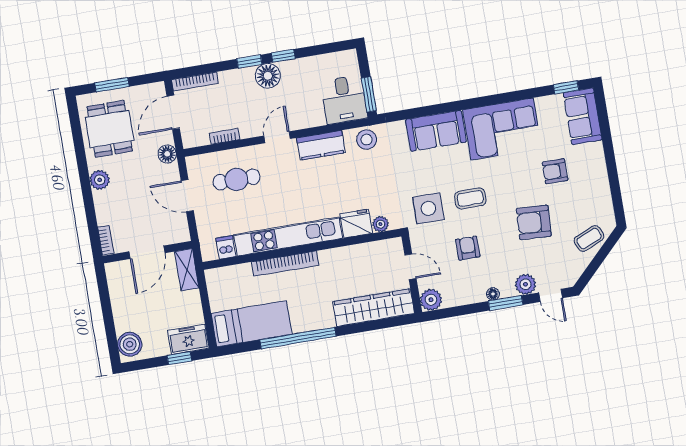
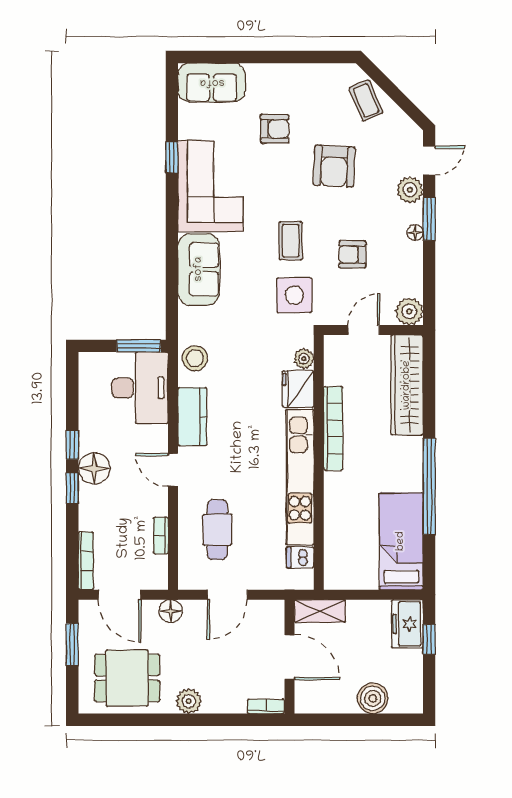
window: (112, 85) -> (72, 645), moved
window: (566, 87) -> (172, 158), moved
desk: (344, 100) -> (140, 388), width x1.37
armchair: (555, 171) -> (275, 129), turned -90
bookcase: (285, 264) -> (333, 428), moved
boiler: (130, 344) -> (373, 698), moved

